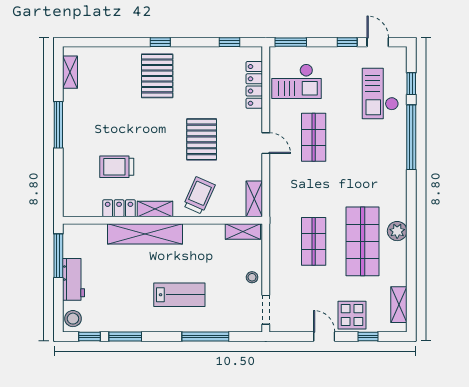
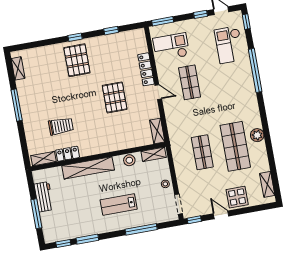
window: (230, 42) -> (111, 31), moved
checkout: (296, 81) -> (171, 47), turned 180
window: (411, 84) -> (246, 22), moved
locker: (254, 85) -> (146, 69), moved
trolley: (117, 167) -> (61, 126), turned 180
trolley: (199, 195) -> (120, 135), removed
shelving: (155, 209) -> (43, 159), moved
window: (58, 256) -> (36, 214), moved
workbench: (74, 279) -> (44, 197), moved
lab bench: (179, 295) -> (119, 204), turned 180
stool: (73, 319) -> (129, 160), moved
window: (368, 336) -> (194, 220), moved

